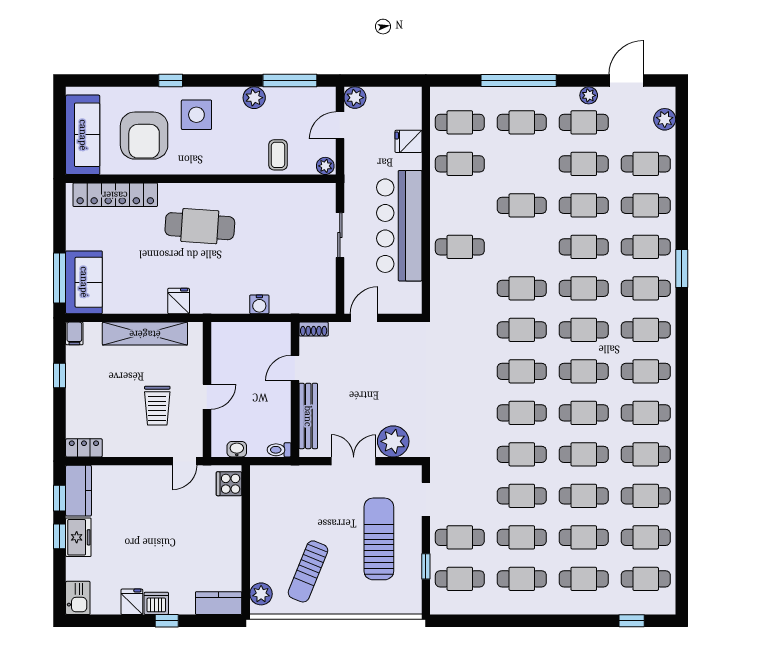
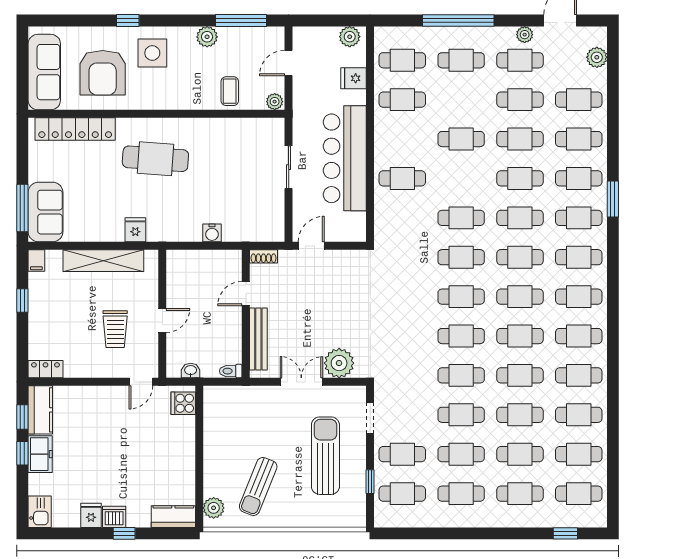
plant: (355, 98) -> (350, 37), moved

